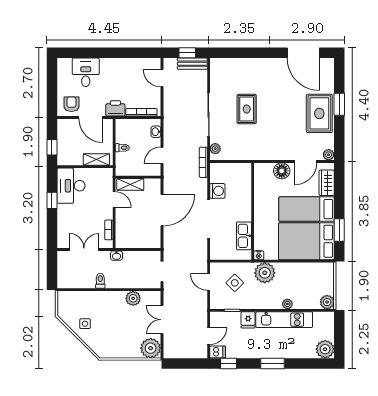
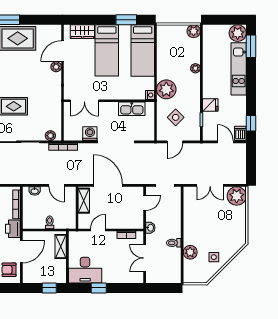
plant: (329, 155) -> (56, 67), moved
door: (306, 162) -> (62, 51), swing flipped
floor lamp: (282, 171) -> (71, 74), removed
shelving: (130, 184) -> (84, 201), moved
double door: (253, 185) -> (84, 101), added
bed: (306, 241) -> (143, 50), width x0.67
door: (143, 250) -> (145, 203), added
plant: (133, 298) -> (190, 252), moved
kitchen unit: (284, 320) -> (239, 69), moved, turned 180
window: (273, 363) -> (251, 46), moved

